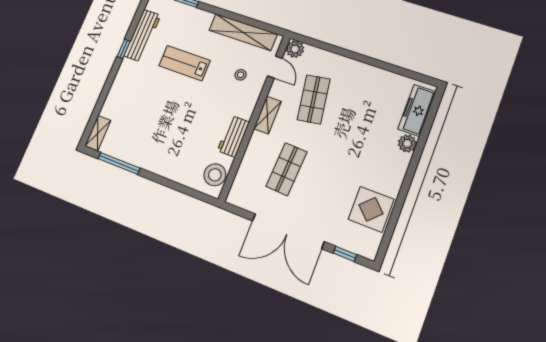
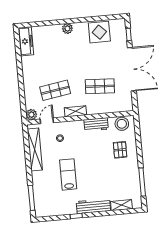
workbench: (142, 36) -> (93, 206), moved
lab bench: (184, 63) -> (68, 174), turned 180
freezer: (417, 110) -> (26, 41), moved, turned -90
shelving: (98, 133) -> (121, 205), moved
plant: (407, 143) -> (67, 29), moved
pallet: (179, 154) -> (120, 150), added

